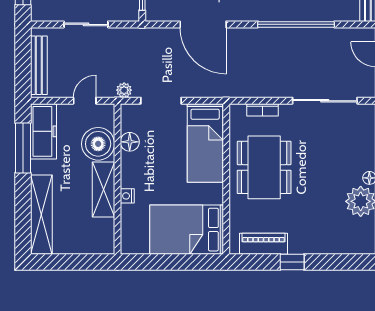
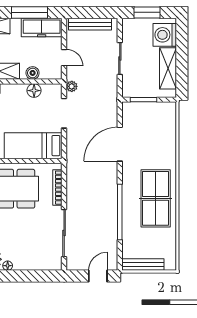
bookcase: (262, 110) -> (57, 188), width x1.56
boiler: (98, 144) -> (33, 73), width x0.54, depth x0.54

